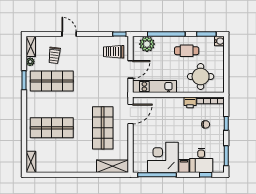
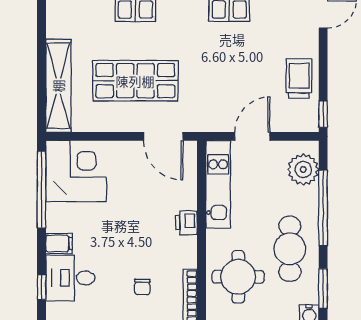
cafe table: (187, 51) -> (290, 249), width x1.37, depth x1.35
trolley: (114, 52) -> (299, 79), moved
door: (130, 69) -> (252, 136), swing flipped
printer: (190, 102) -> (186, 223), moved
corner desk: (163, 157) -> (76, 171), moved
shelving: (113, 166) -> (58, 86), width x1.47

